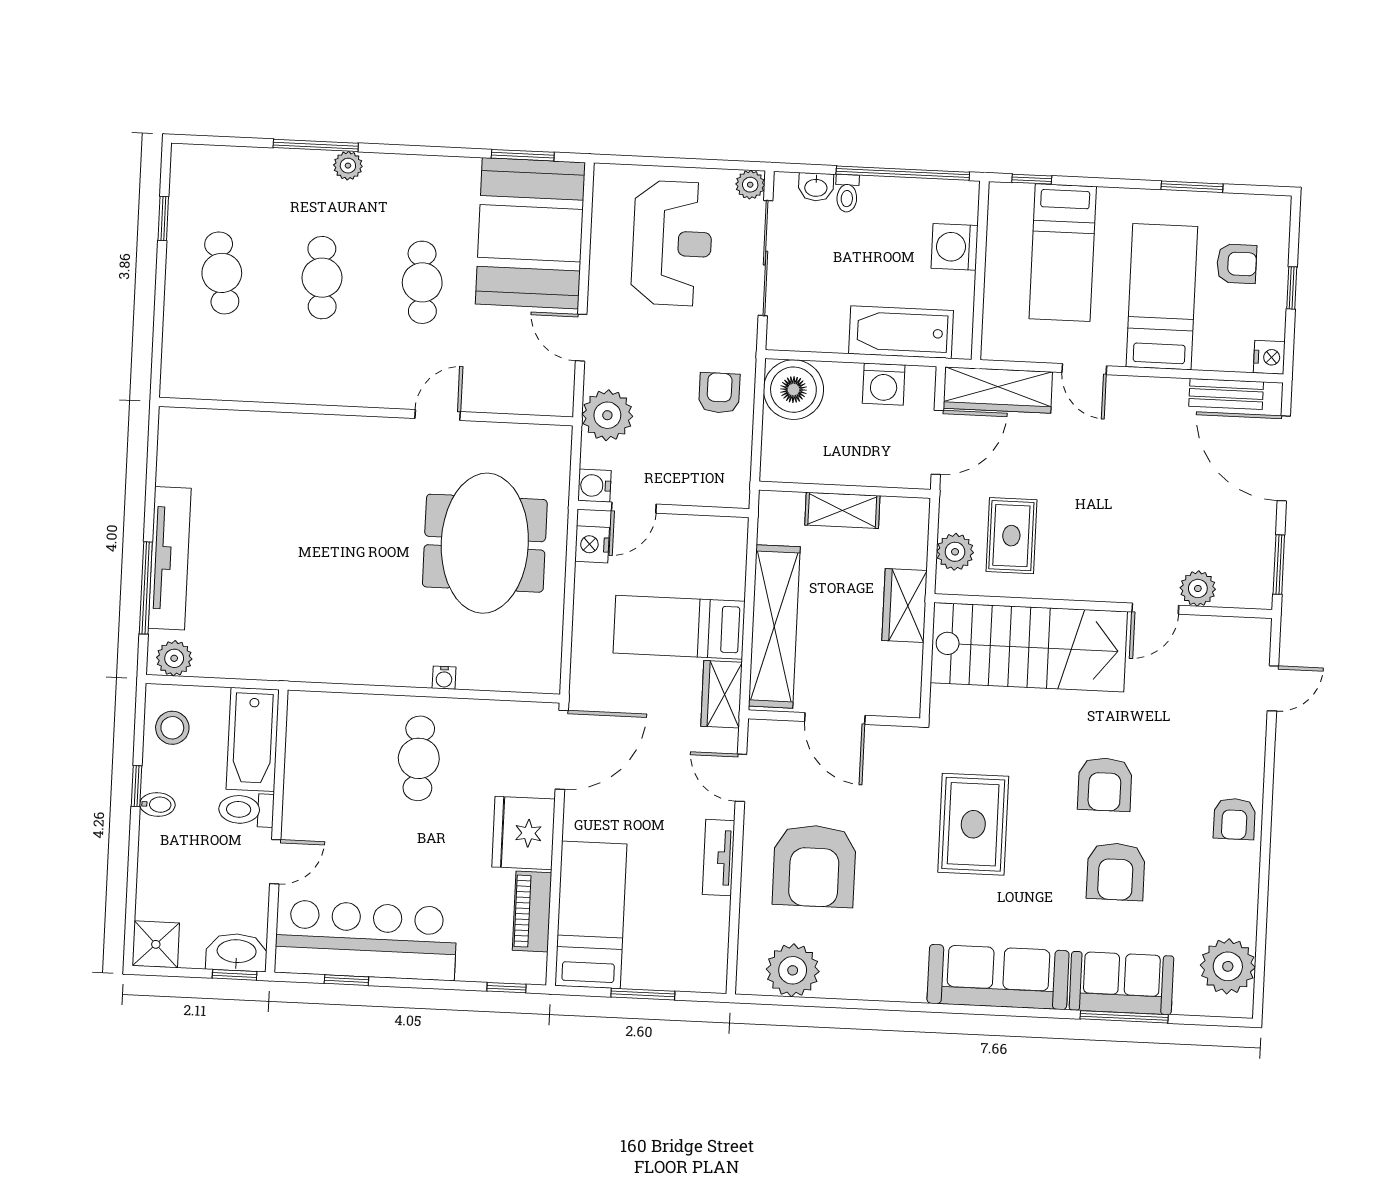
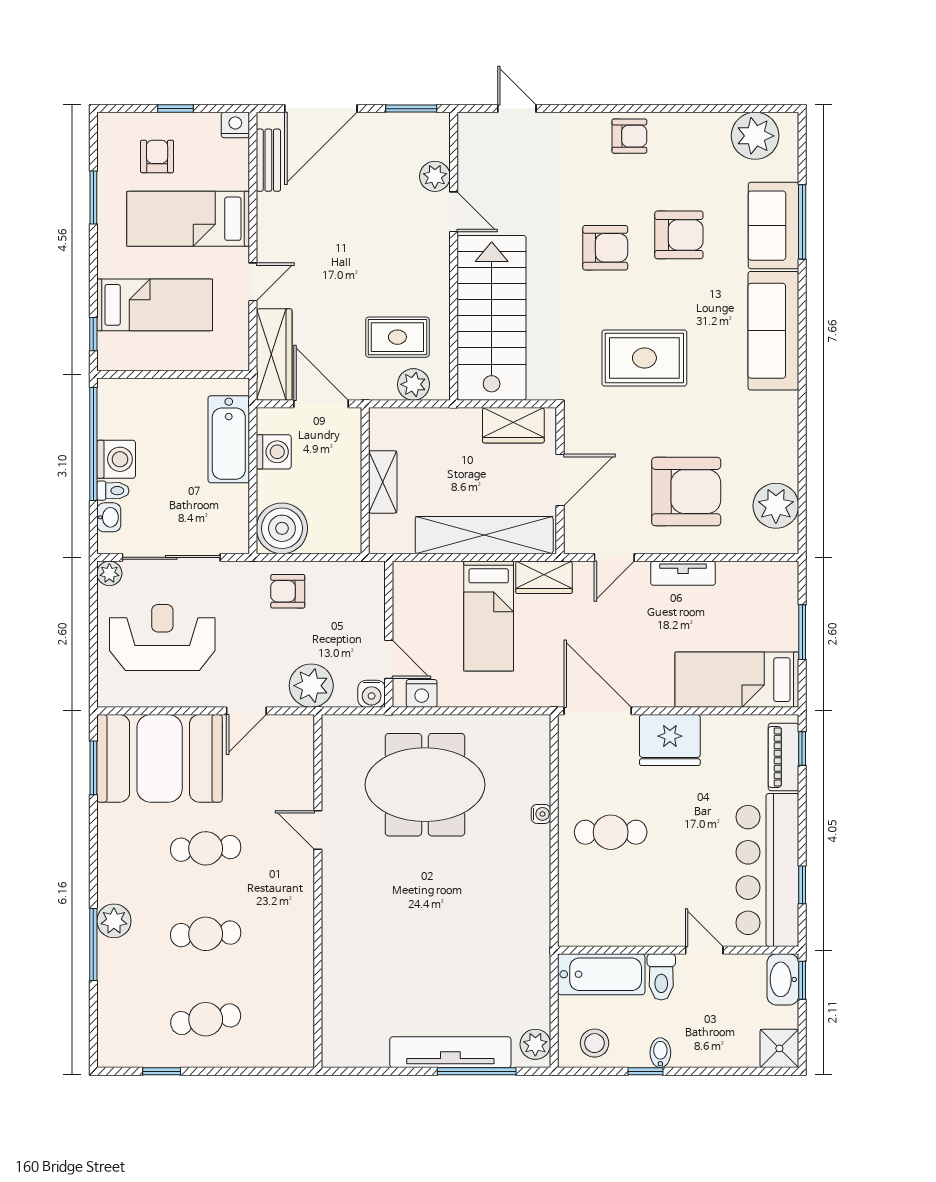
plant: (348, 166) -> (114, 921), width x1.38, depth x1.38
washing machine: (955, 247) -> (116, 459), moved, turned -90
wardrobe: (905, 606) -> (513, 425), moved
piano: (532, 912) -> (783, 757), moved, turned 90

